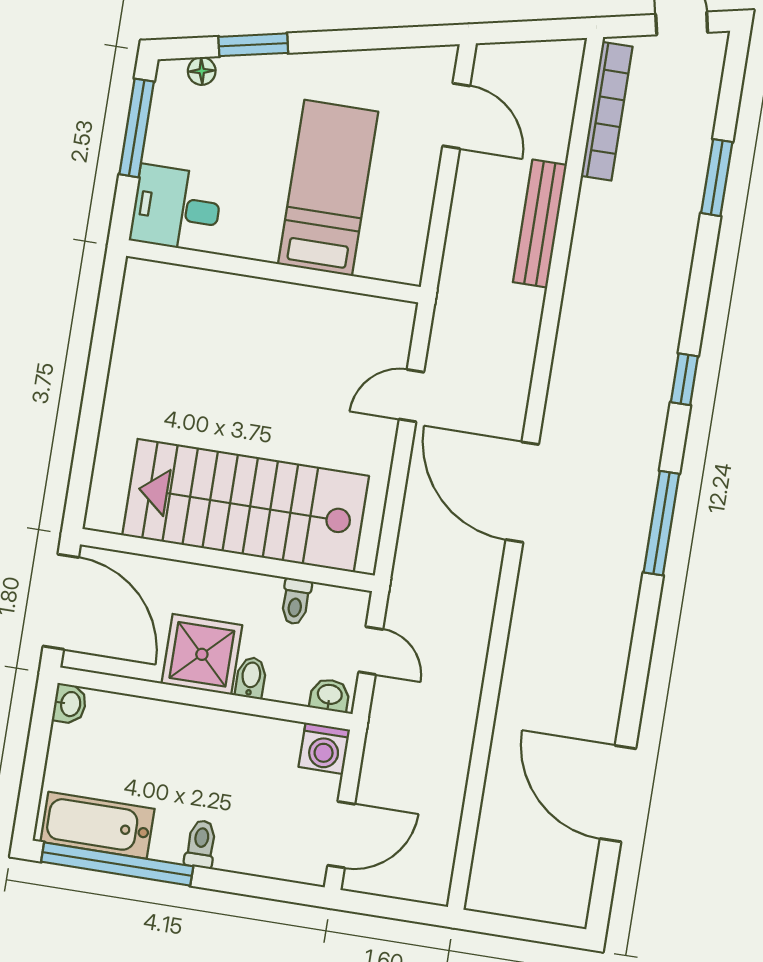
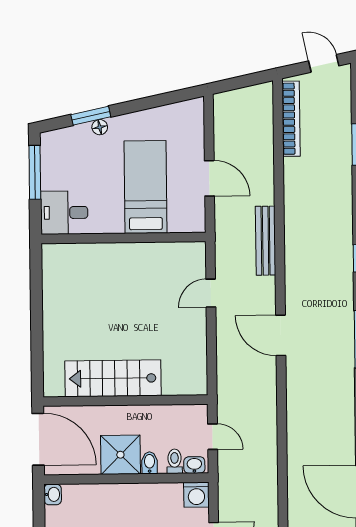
floor lamp: (202, 71) -> (100, 127), moved
door: (456, 116) -> (209, 178), moved
bench: (540, 224) -> (266, 241), moved
door: (522, 492) -> (281, 335), width x0.73
stairs: (246, 506) -> (113, 378), width x0.73, depth x0.66
toilet: (296, 601) -> (175, 461), moved, turned 180

